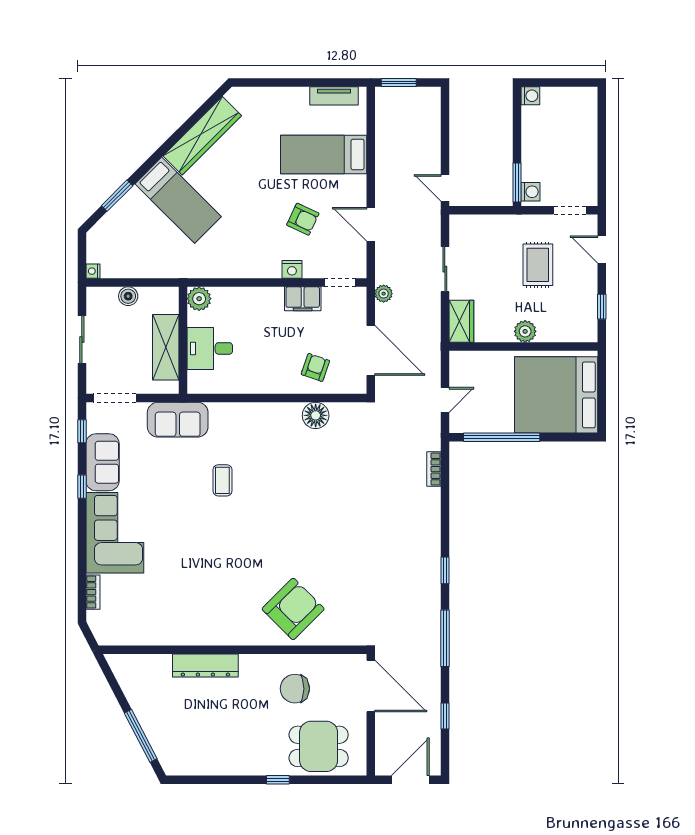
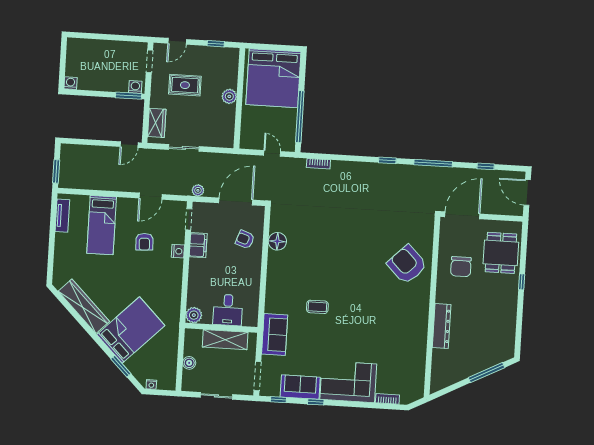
bed: (178, 200) -> (131, 330), width x1.50
armchair: (303, 219) -> (144, 242), turned 152
nightstand: (93, 271) -> (151, 384), moved
wardrobe: (461, 321) -> (157, 123), moved, turned 90

